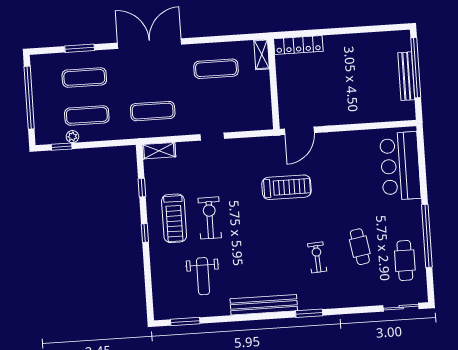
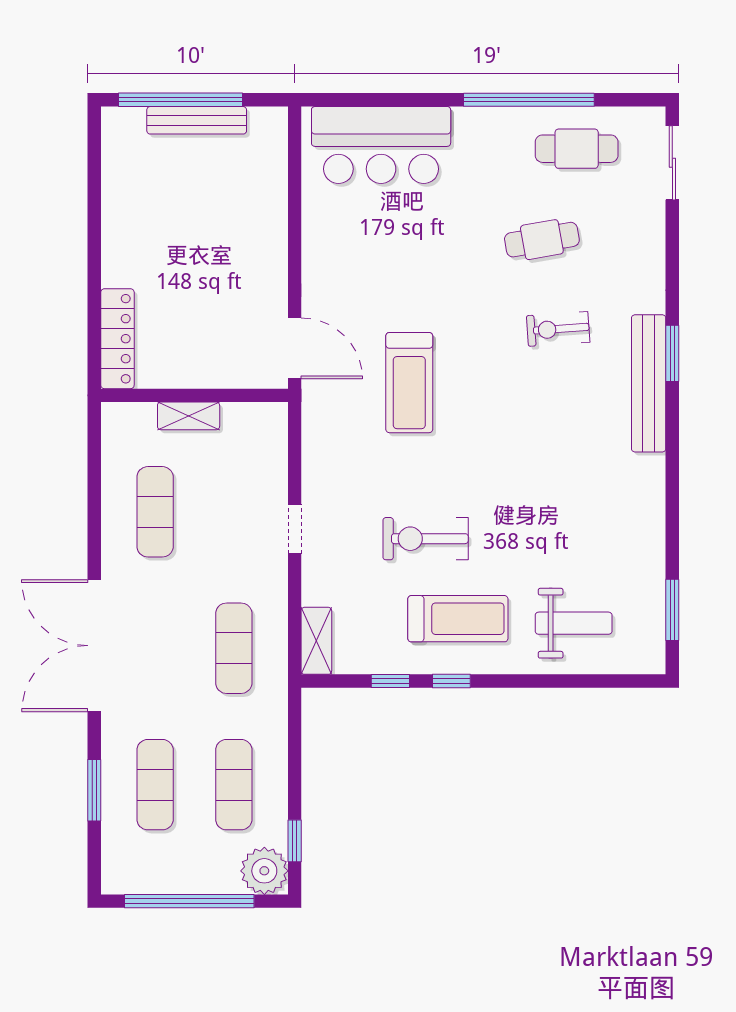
shelving: (262, 54) -> (189, 416), moved
plant: (72, 137) -> (264, 871), moved, width x1.87, depth x1.87
treadmill: (287, 187) -> (409, 383), turned 180
exercise bike: (210, 218) -> (426, 539), moved
window: (145, 233) -> (451, 681), moved
weight bench: (203, 276) -> (574, 623), moved
bench: (264, 305) -> (649, 383), moved

